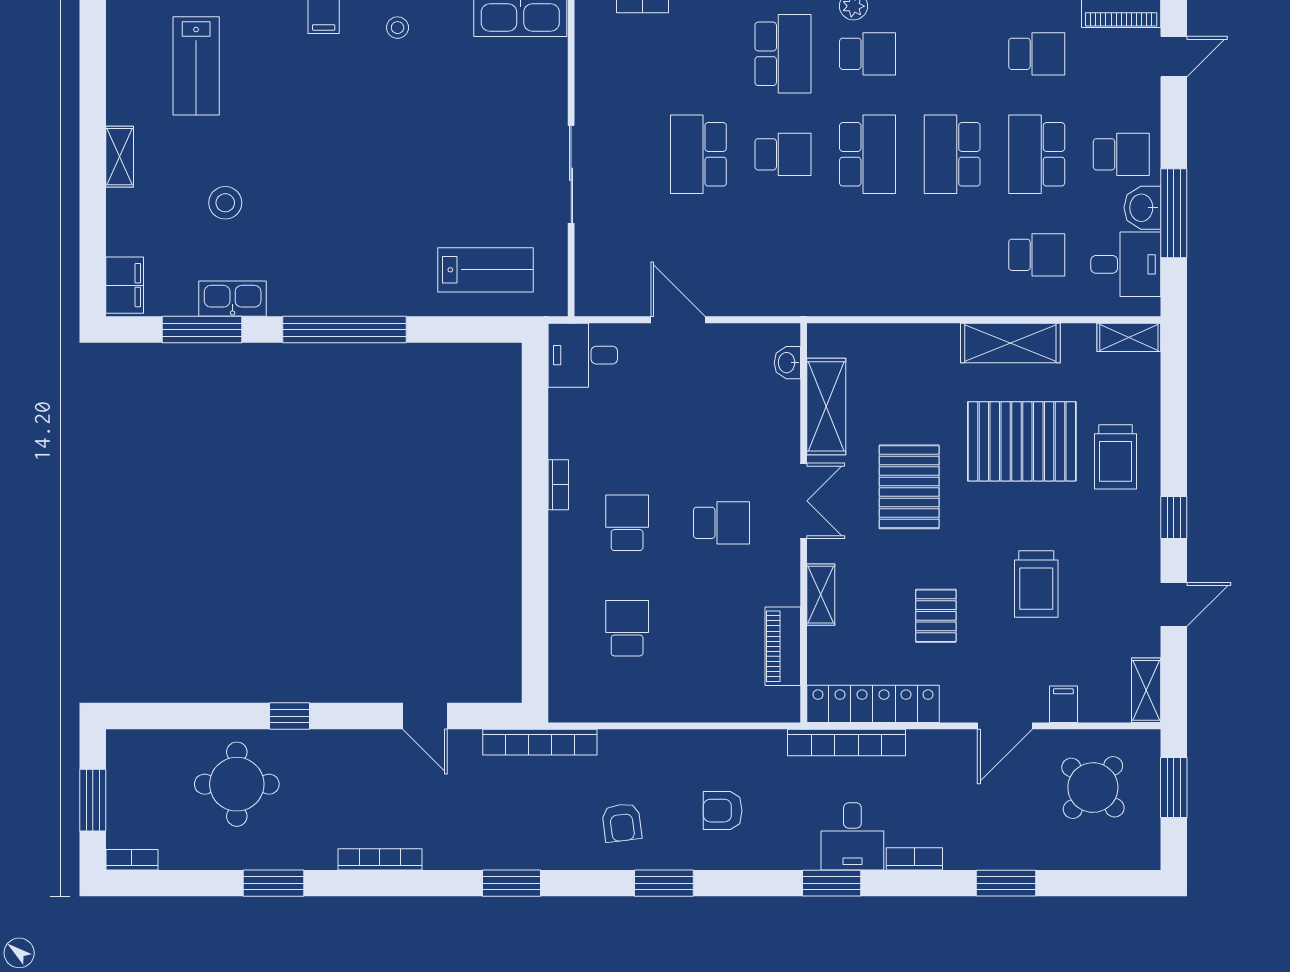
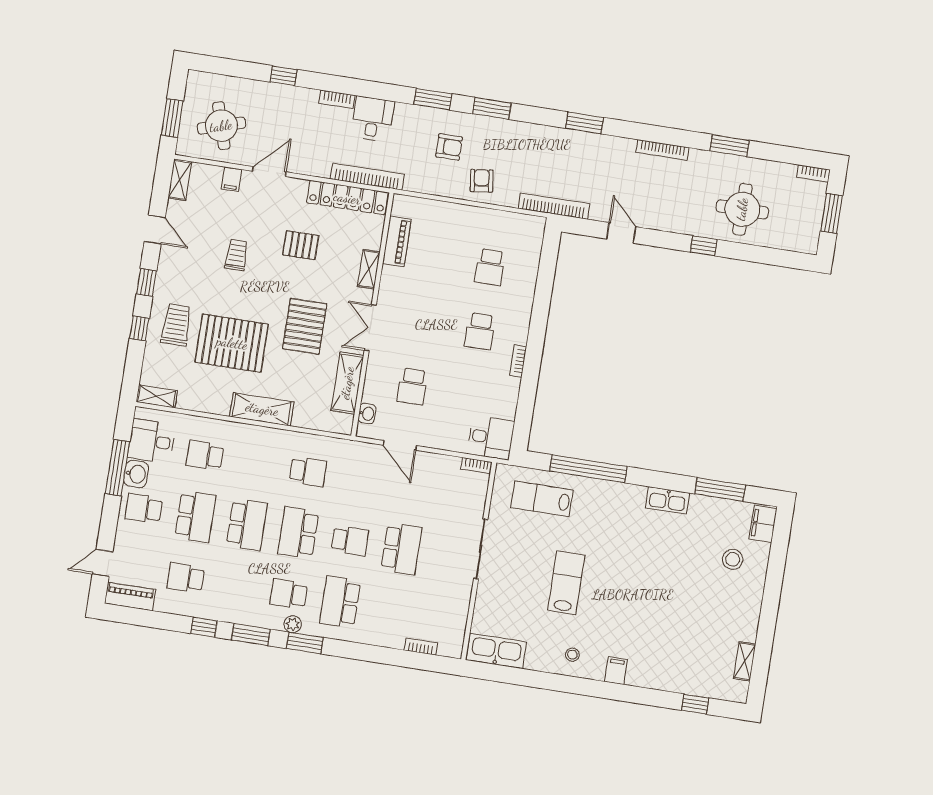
lab bench: (196, 66) -> (566, 583), moved
school desk: (783, 154) -> (350, 541), turned 180
shelving: (120, 157) -> (745, 661), moved
stool: (225, 203) -> (733, 559), moved
school desk: (868, 255) -> (308, 471), added
kitchen sink: (233, 299) -> (667, 500), moved
bookcase: (599, 307) -> (476, 466), added
door: (678, 320) -> (400, 445), moved
window: (344, 330) -> (588, 469), moved
shelving: (1010, 343) -> (262, 409), moved
window: (1174, 442) -> (139, 328), added
school desk: (721, 523) -> (412, 386), moved, turned -90
trolley: (1036, 584) -> (237, 255), width x0.73, depth x0.72
door: (1174, 604) -> (155, 229), swing flipped
pallet: (936, 616) -> (301, 245), turned 90
round table: (1093, 788) -> (221, 126), turned 30
armchair: (622, 823) -> (482, 181), moved
window: (832, 883) -> (433, 99), moved
window: (1006, 883) -> (284, 76), width x0.67

